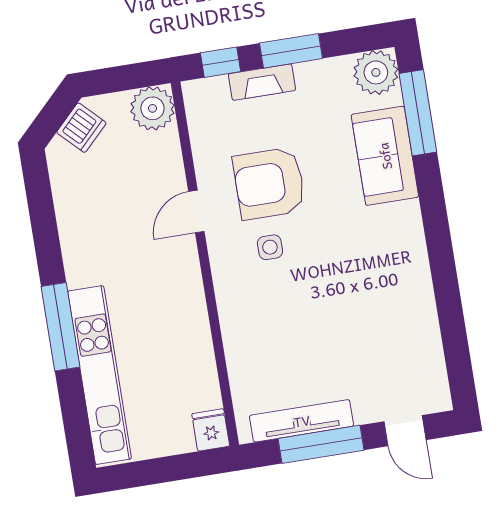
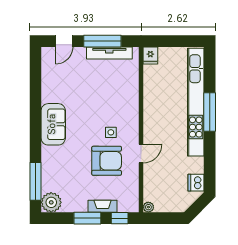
plant: (152, 108) -> (148, 207), width x0.53, depth x0.53
dishwasher: (81, 128) -> (196, 183), moved, turned -45
sofa: (385, 156) -> (53, 124), moved
kitchen unit: (99, 375) -> (196, 102), width x1.36
door: (405, 431) -> (64, 41), swing flipped

